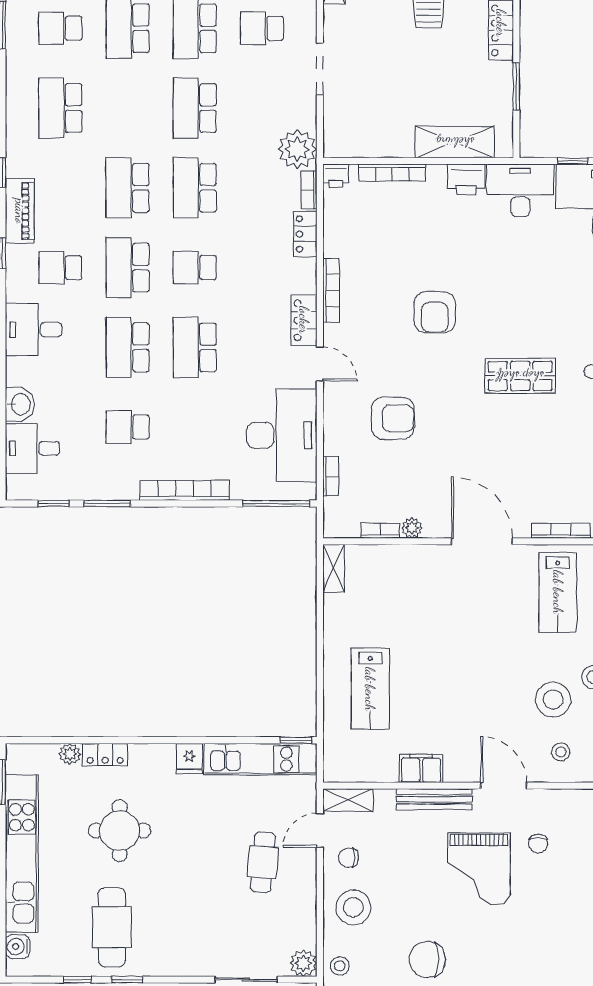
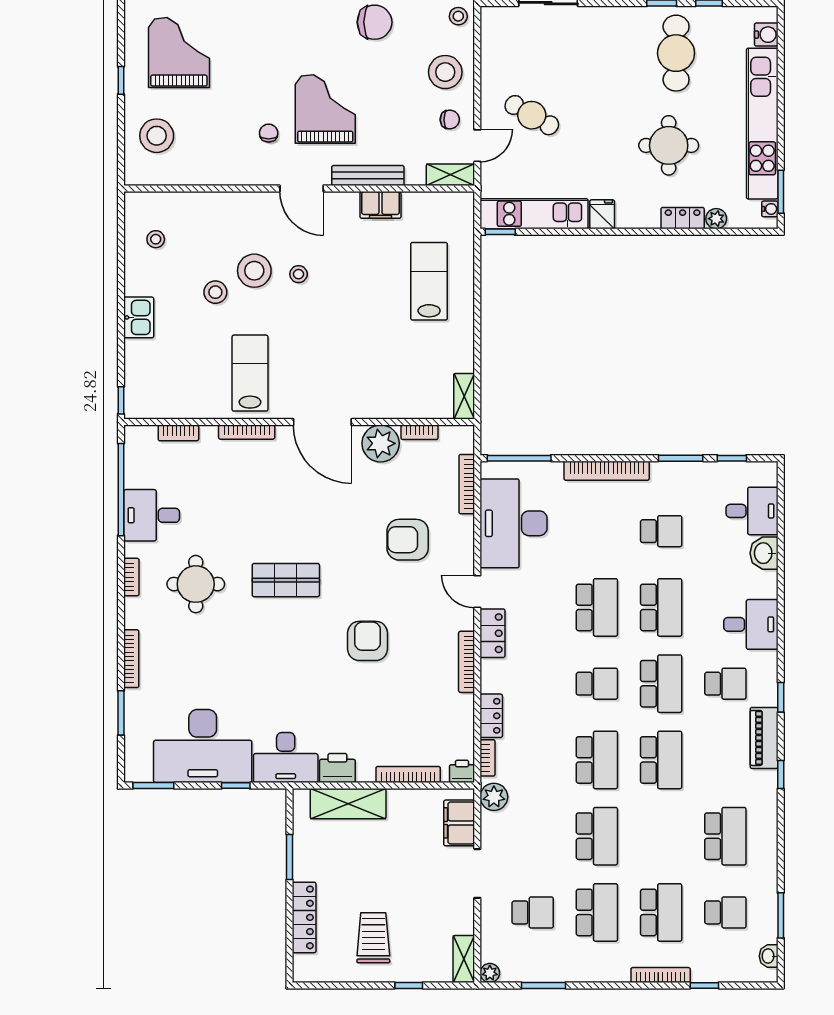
filing cabinet: (339, 122) -> (459, 823), added
plant: (297, 149) -> (494, 797), width x0.73, depth x0.73
bookcase: (331, 476) -> (467, 484), width x1.56
plant: (412, 528) -> (381, 443), width x1.88, depth x1.88
stool: (561, 752) -> (299, 274), moved
water cooler: (14, 764) -> (770, 209), added
cafe table: (263, 862) -> (532, 115), turned -65
plant: (303, 963) -> (493, 19), removed

